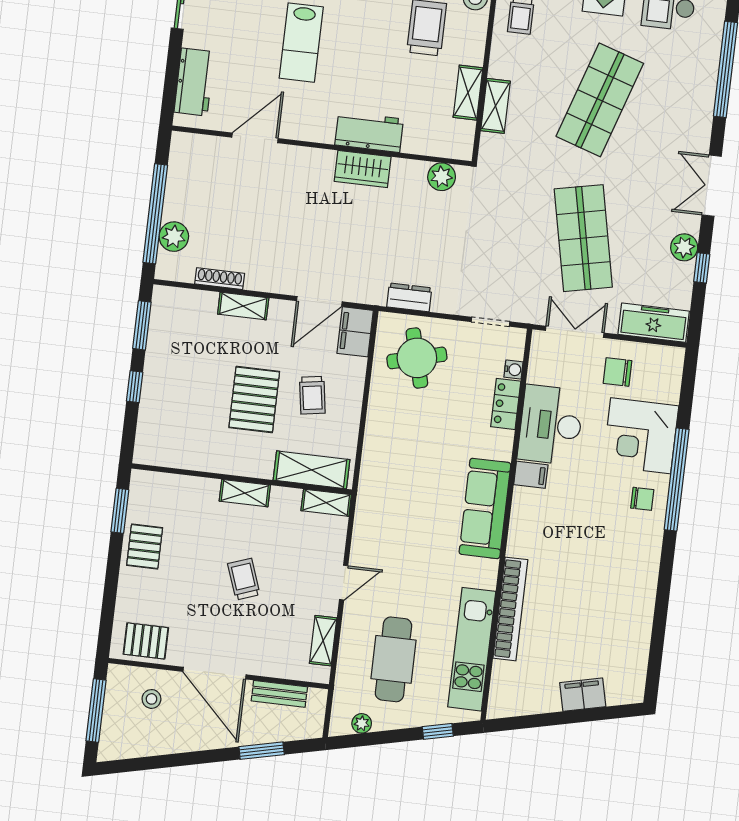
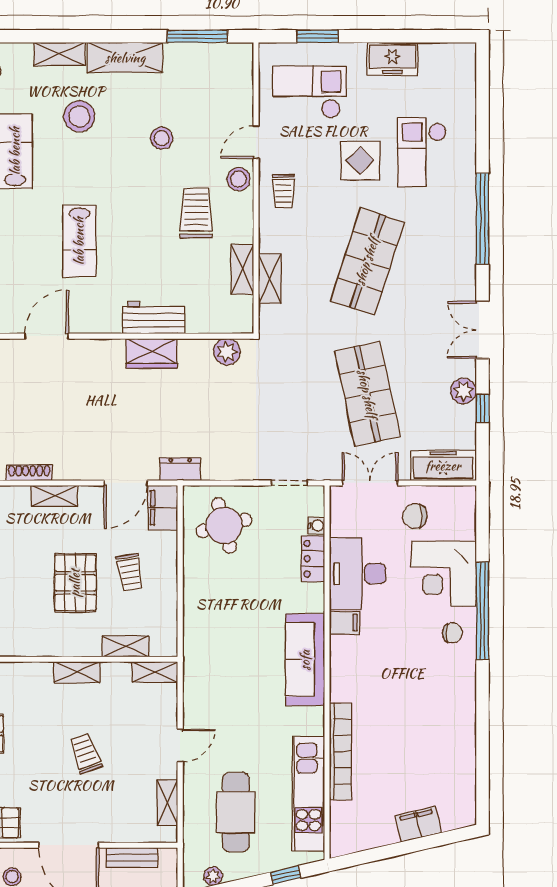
dresser: (409, 297) -> (180, 469), moved
shelving: (312, 470) -> (126, 646), width x0.67, depth x0.75

